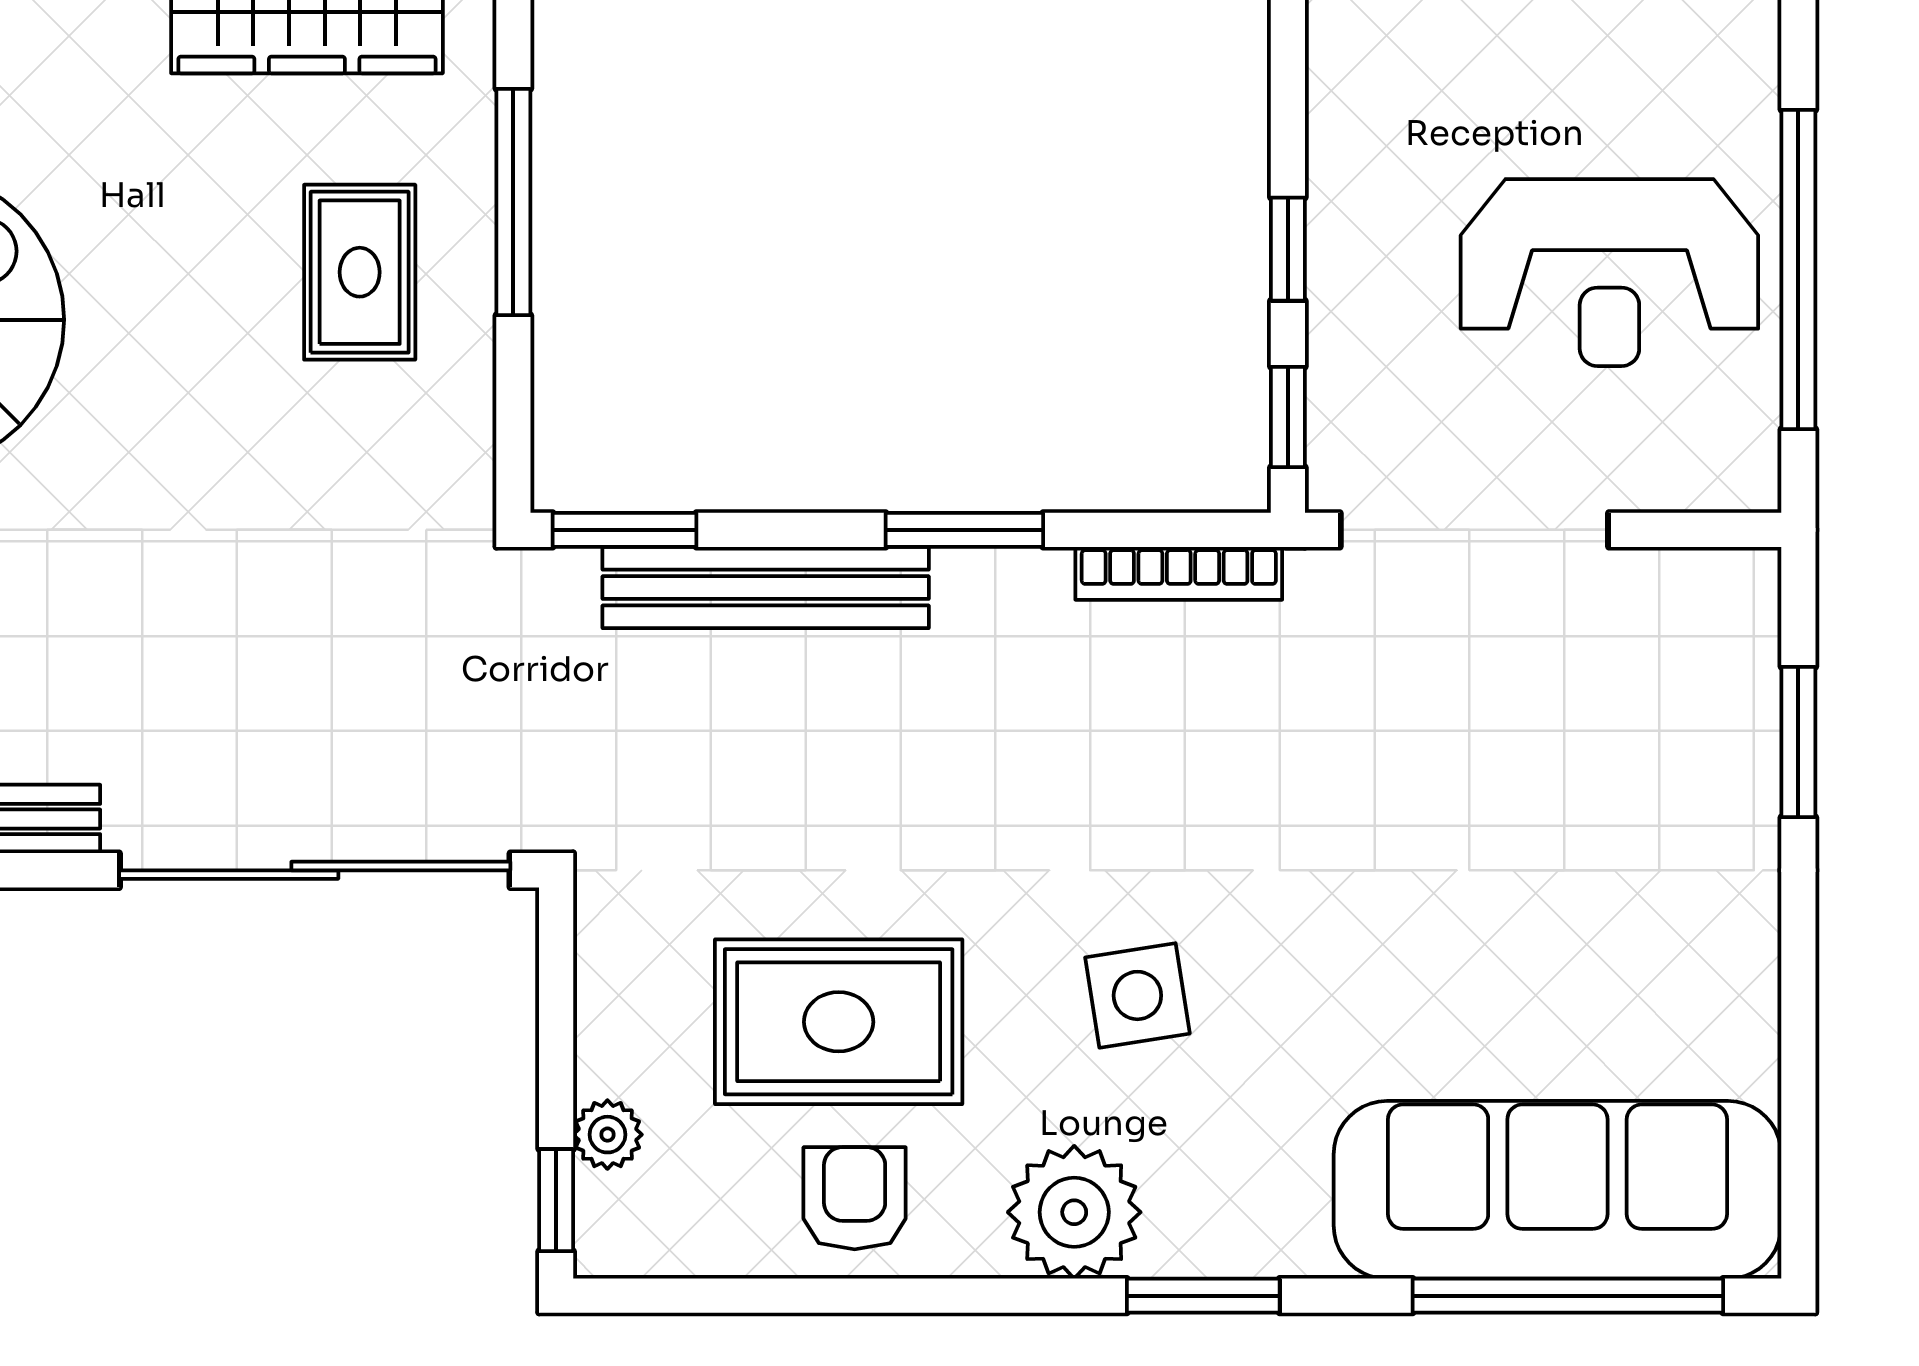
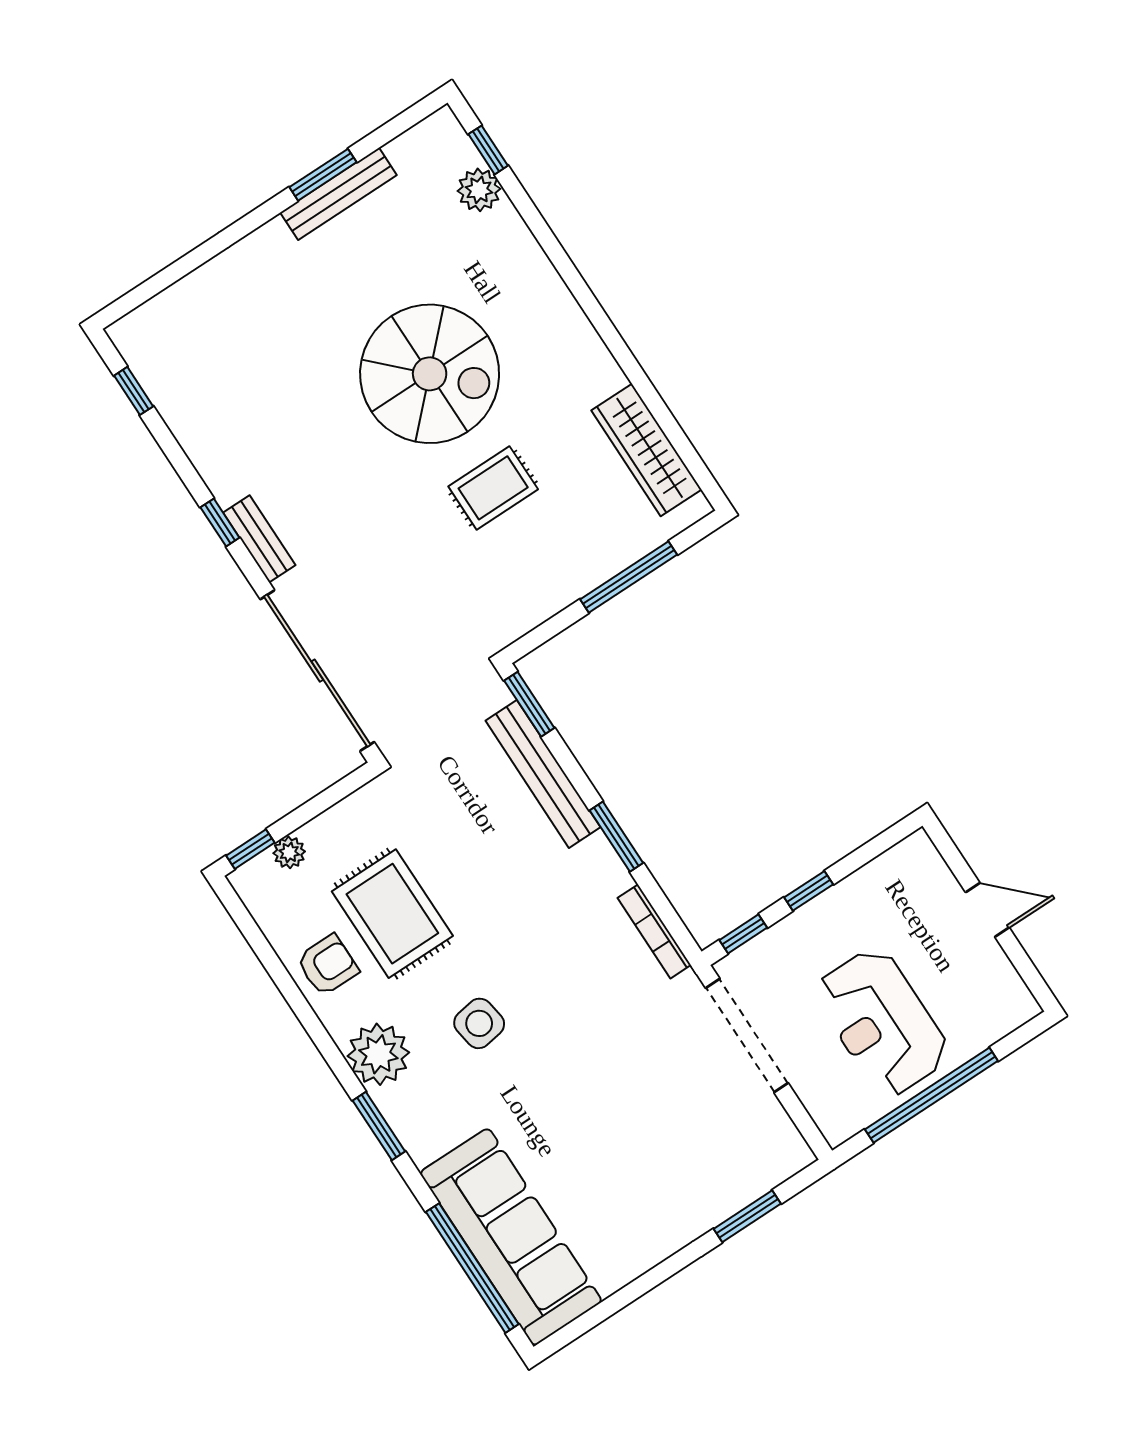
rug: (360, 272) -> (493, 488), moved

